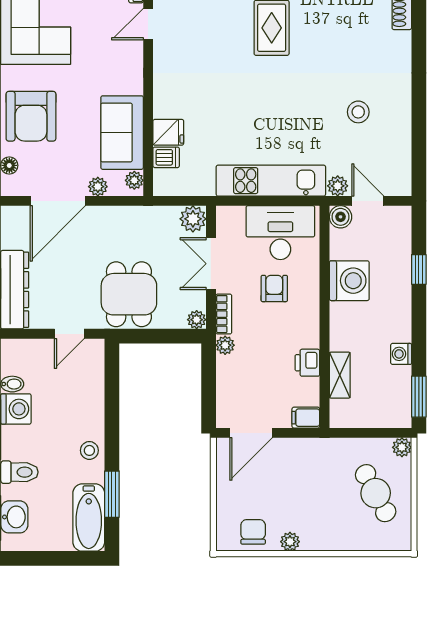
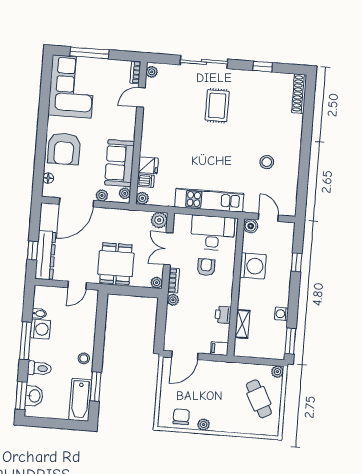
plant: (338, 186) -> (142, 198), moved

